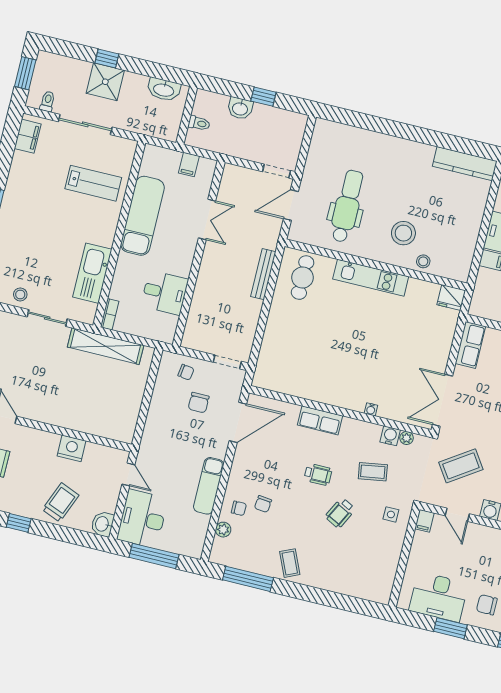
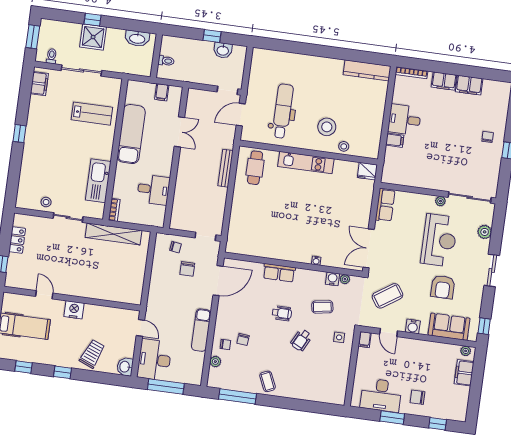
washbasin: (240, 108) -> (223, 50), moved
nightstand: (72, 448) -> (74, 310), moved

